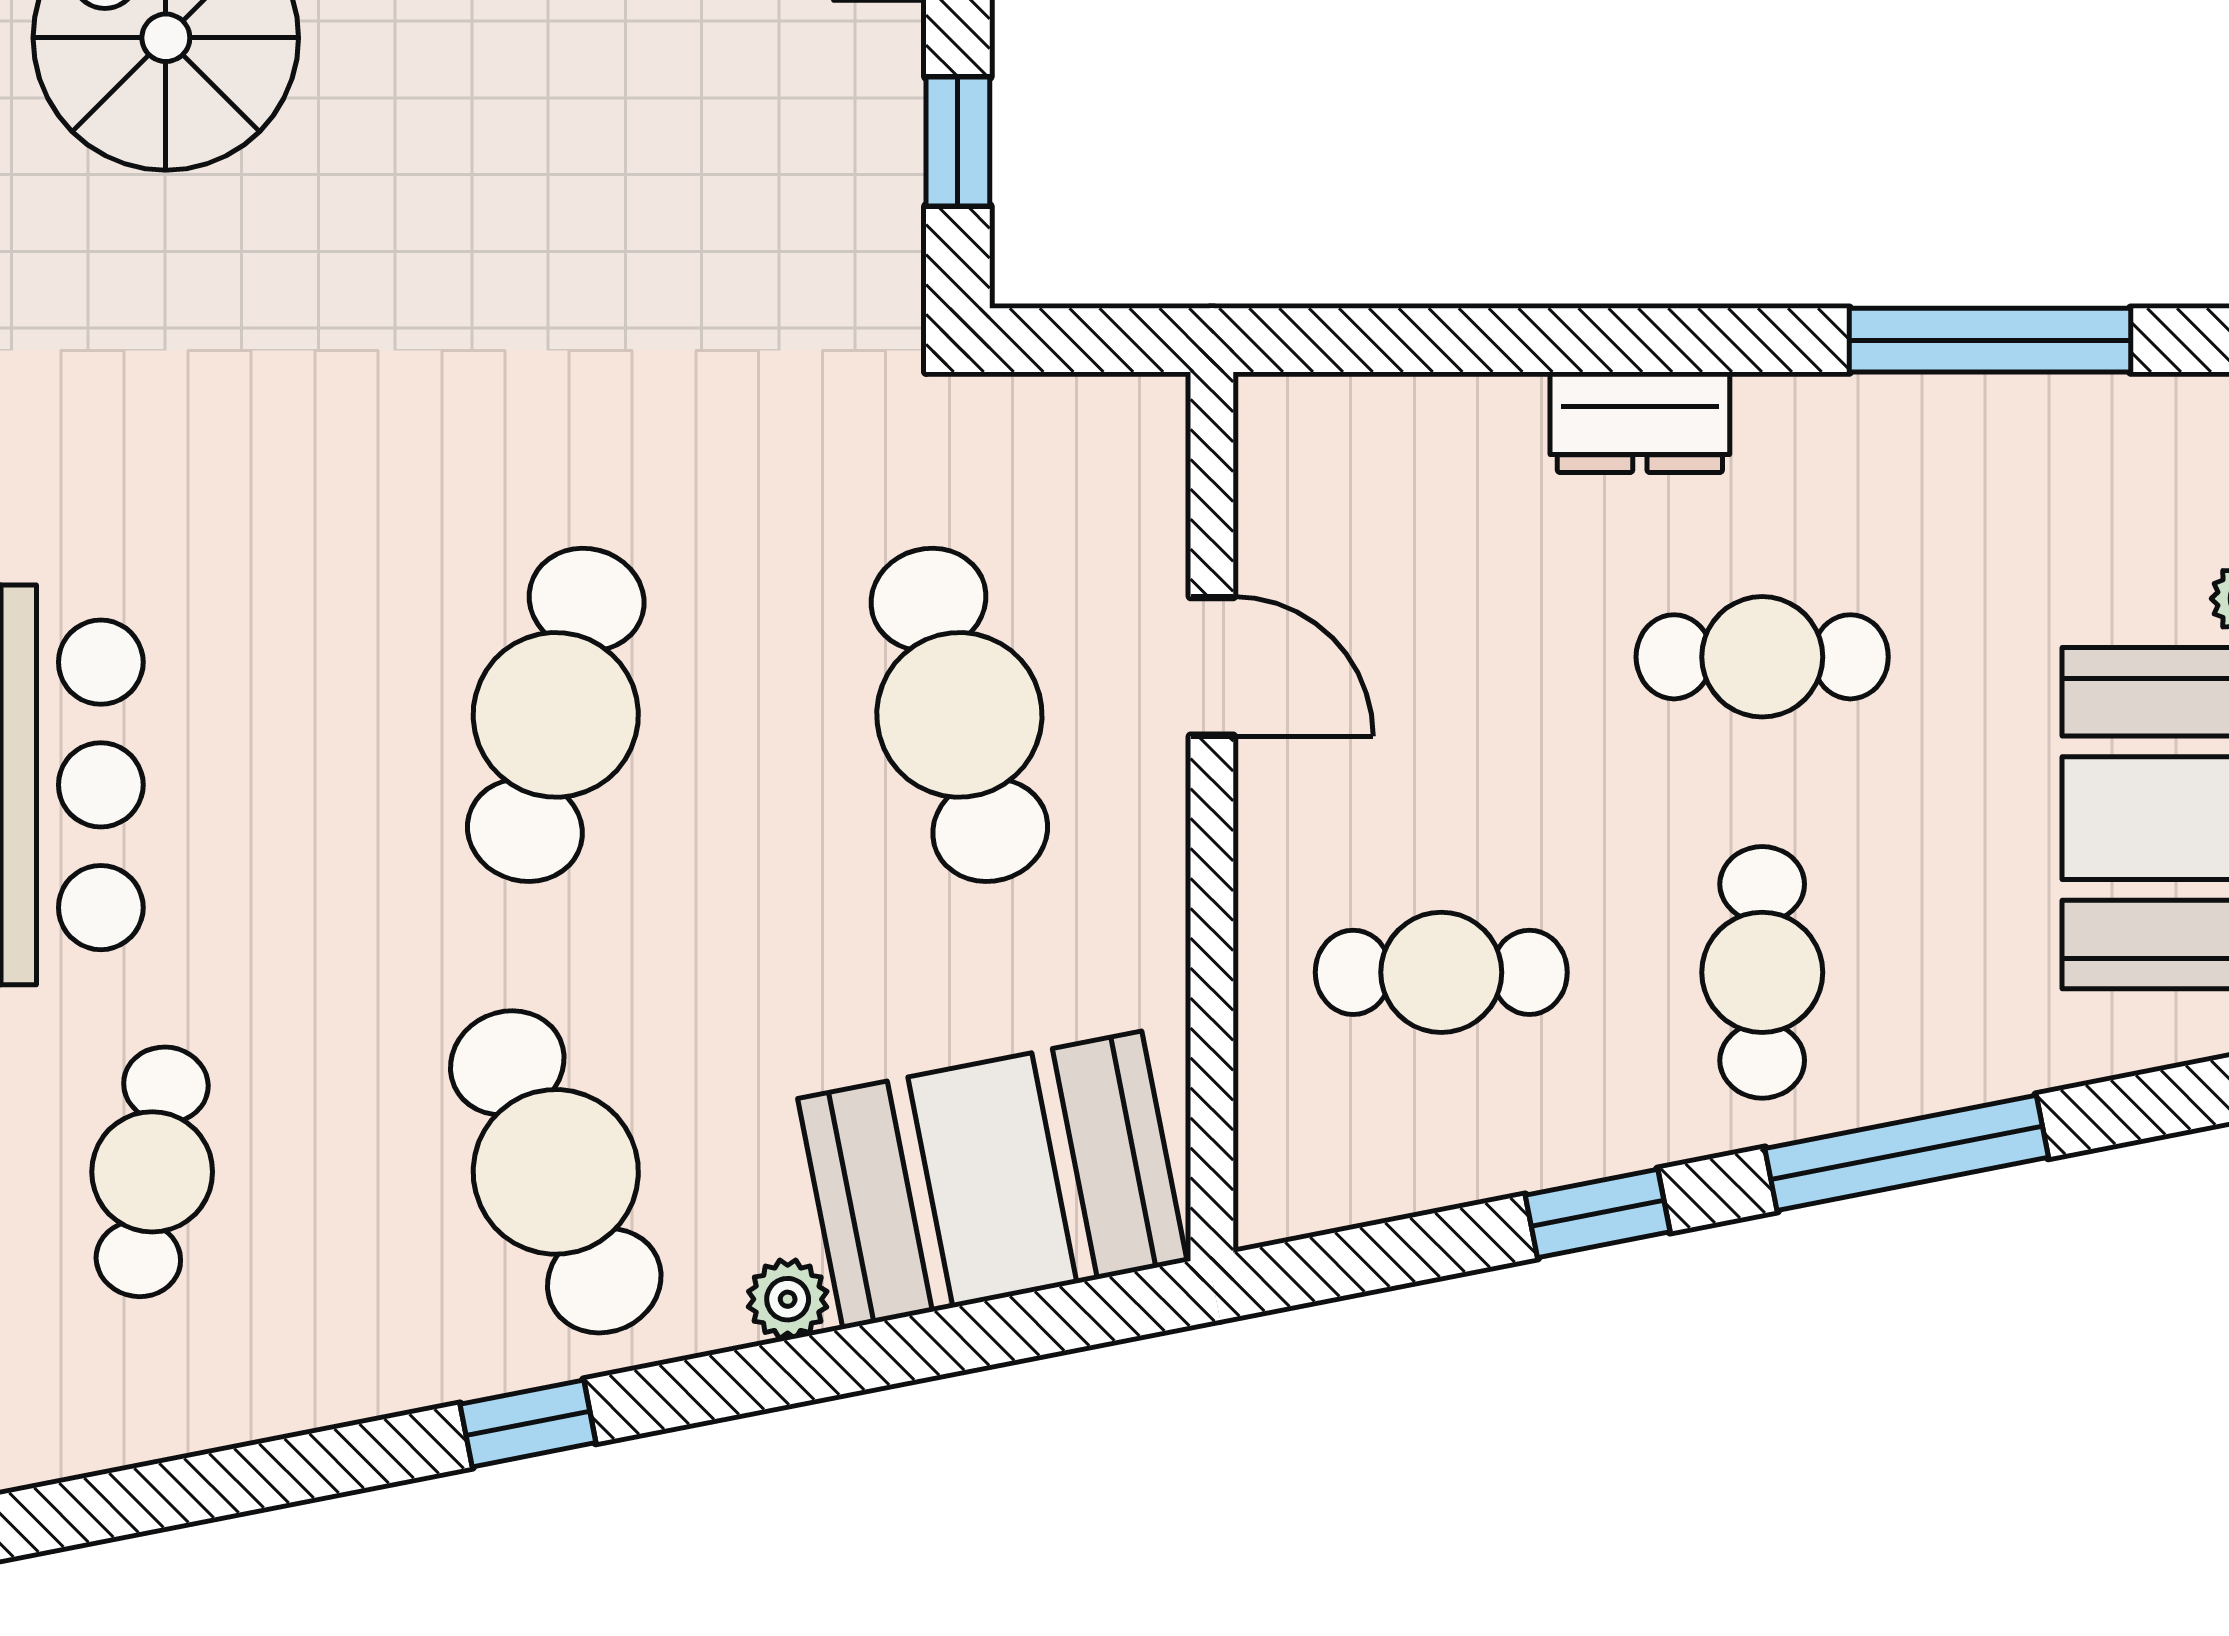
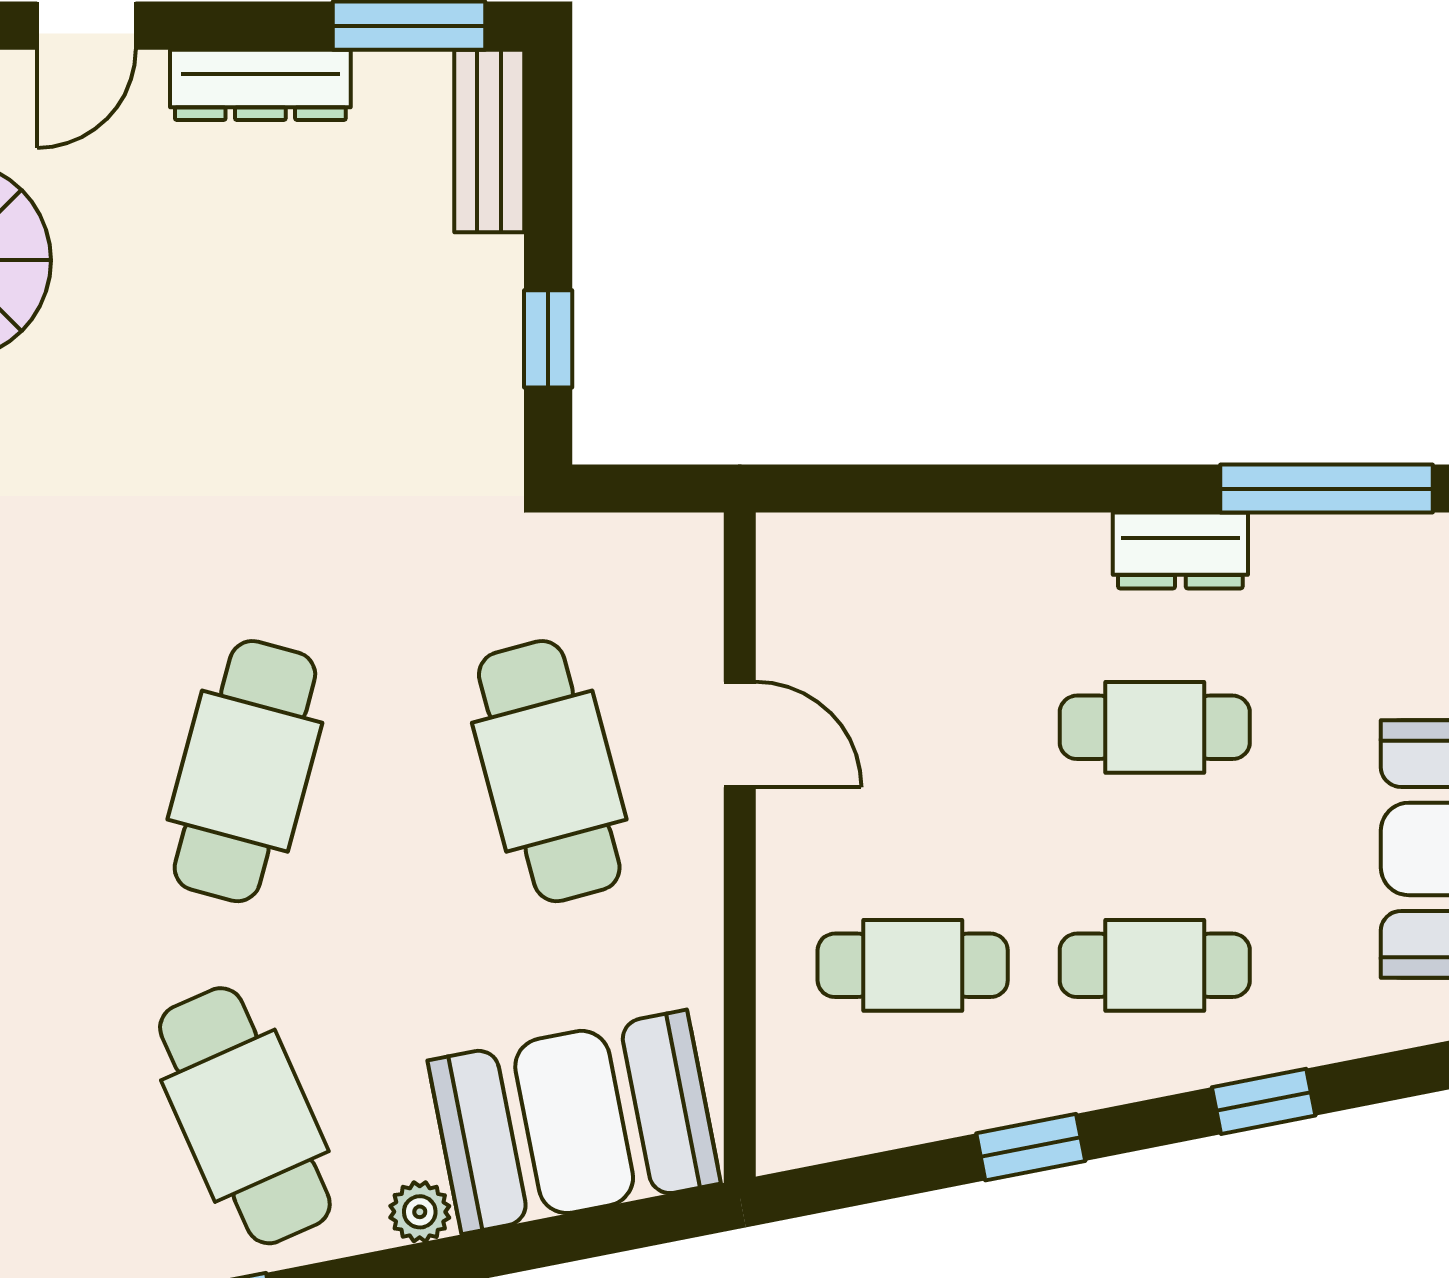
dresser: (1640, 422) -> (1180, 550), moved
cafe table: (1762, 972) -> (1155, 965), turned 90
window: (1907, 1153) -> (1264, 1101), width x0.46

